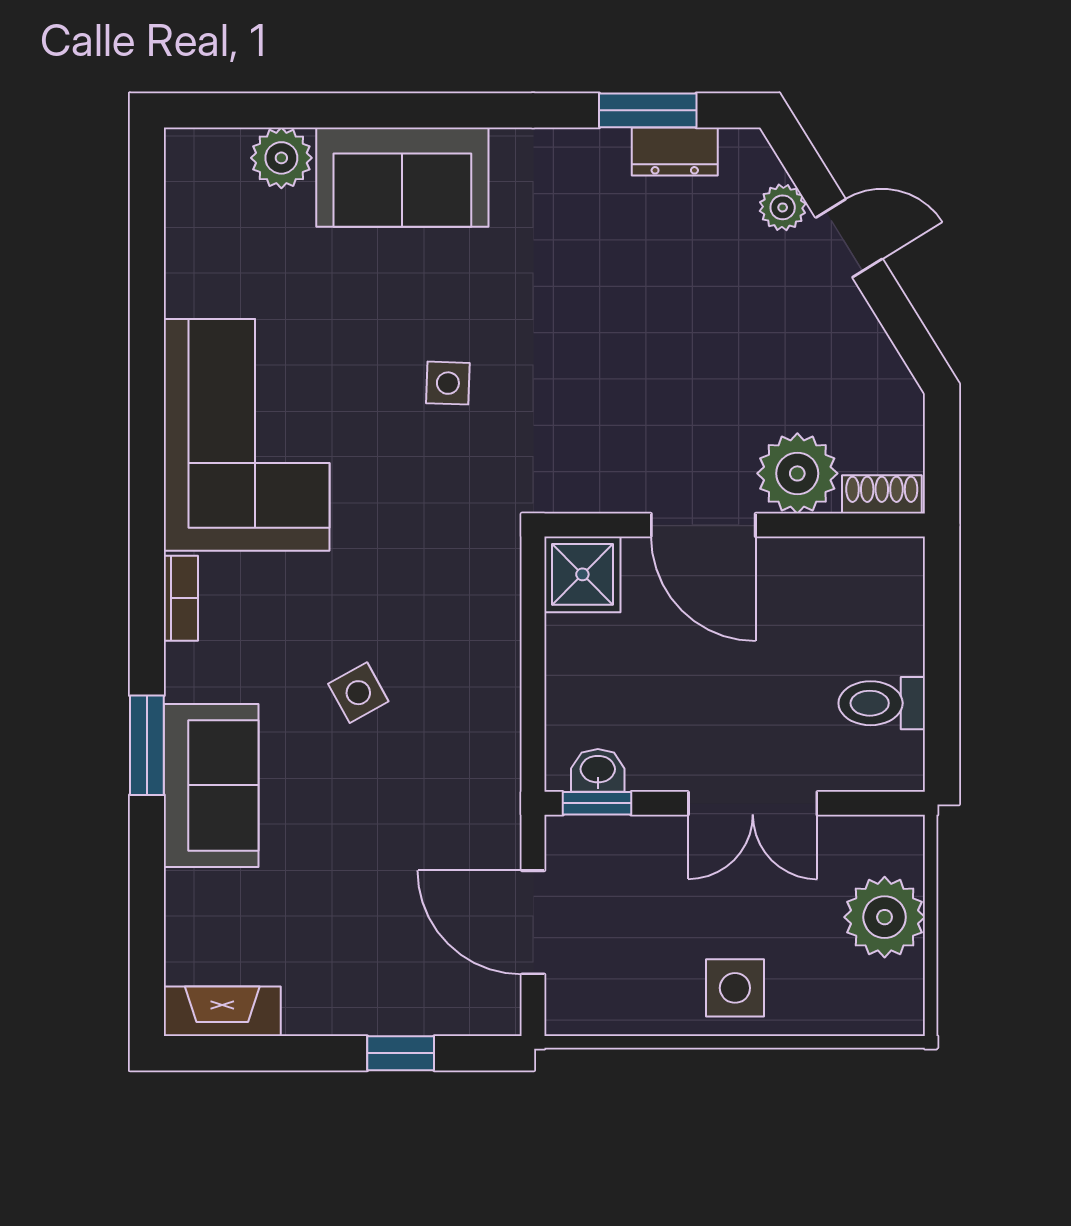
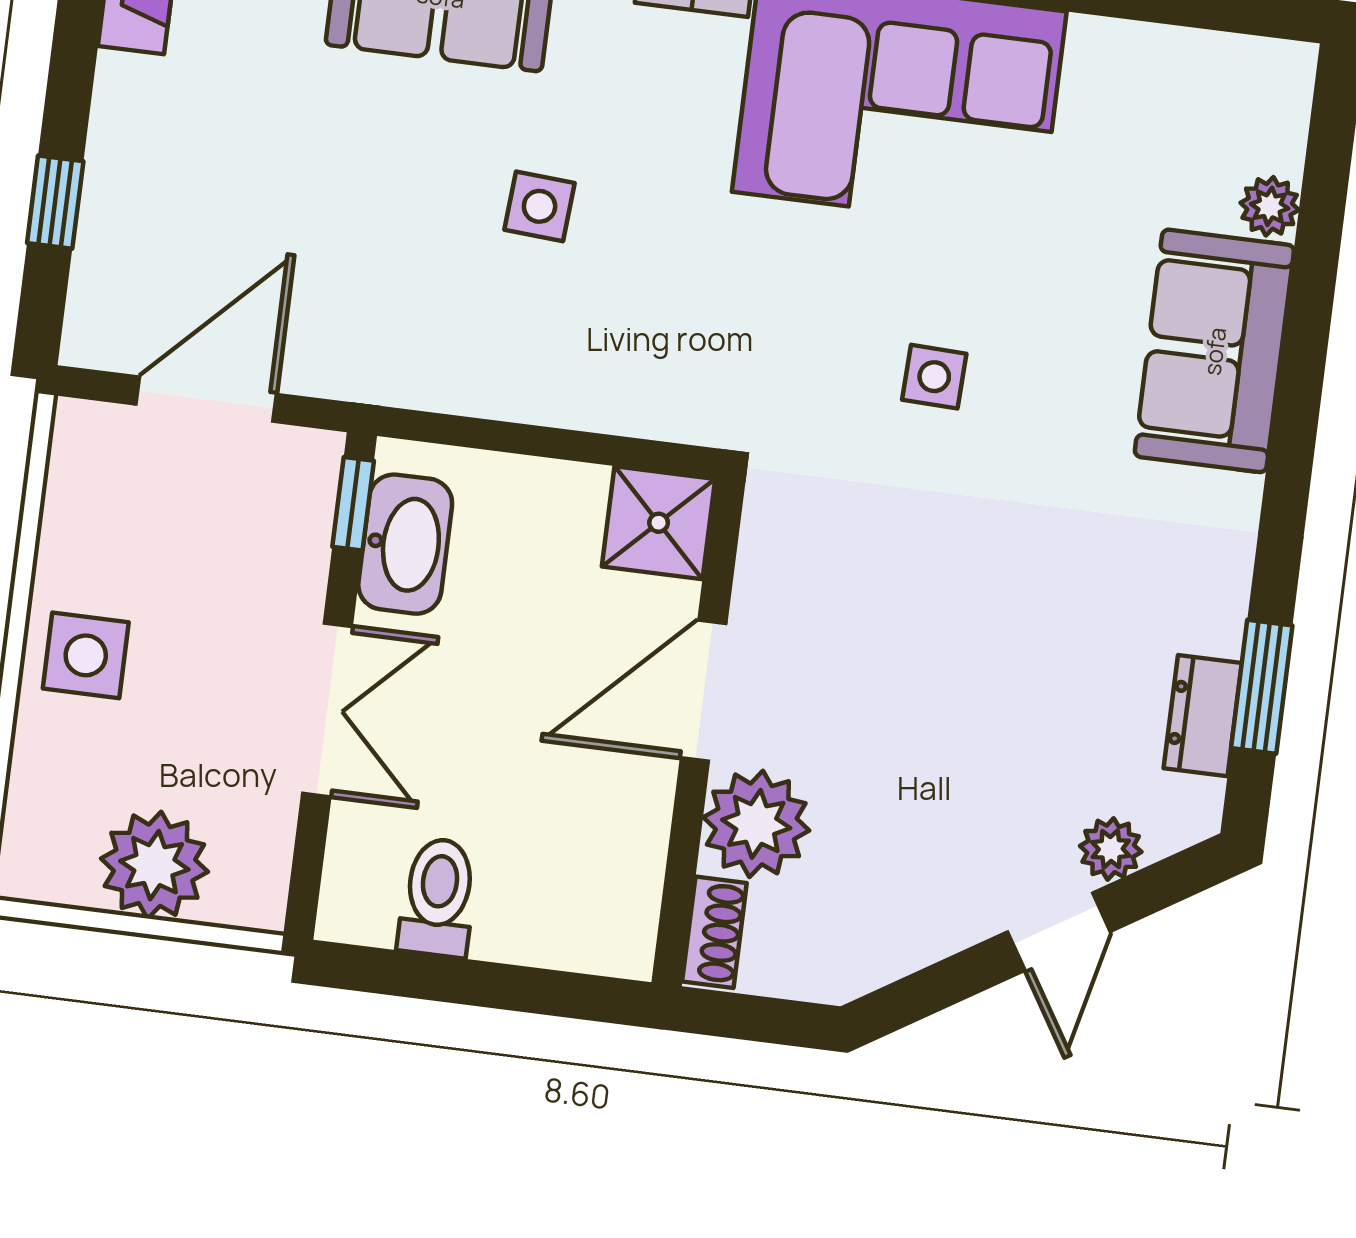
plant: (281, 158) -> (1270, 206), width x0.73, depth x0.73
side table: (358, 693) -> (540, 206), turned 33
washbasin: (598, 770) -> (405, 544), width x1.91, depth x1.45
double door: (753, 803) -> (327, 710), swing flipped

